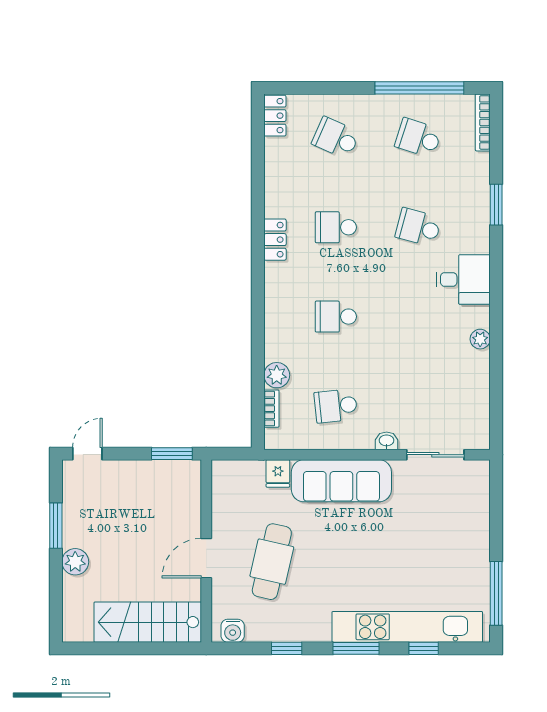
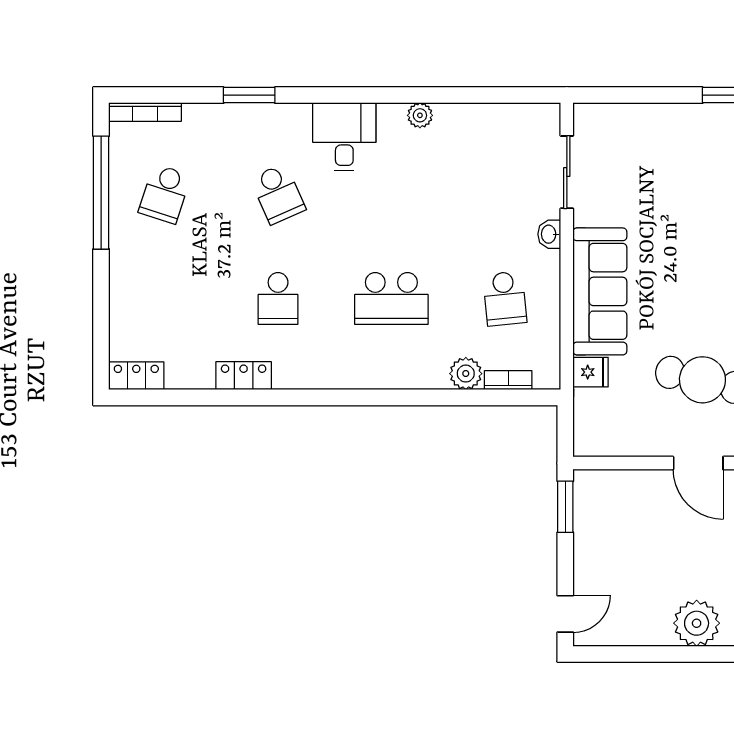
school desk: (336, 138) -> (165, 299), removed
school desk: (418, 227) -> (278, 194), turned -39
locker: (275, 240) -> (244, 376), moved
school desk: (336, 317) -> (391, 299), width x1.85
door: (87, 454) -> (565, 614), swing flipped
window: (56, 526) -> (657, 654), removed
plant: (75, 562) -> (697, 623), width x1.36, depth x1.36

